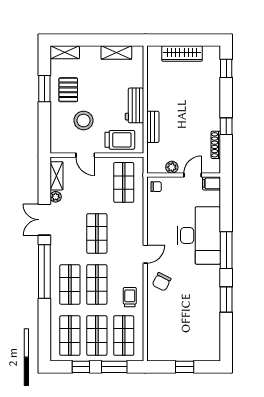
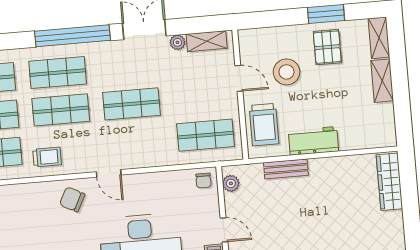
shelving: (116, 53) -> (382, 81), moved
wardrobe: (182, 54) -> (389, 182), moved
pallet: (68, 90) -> (327, 47), turned 90
door: (85, 155) -> (239, 78), swing flipped
plant: (172, 167) -> (231, 183), moved

